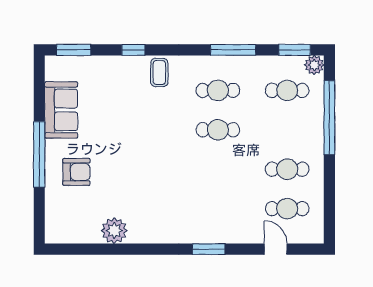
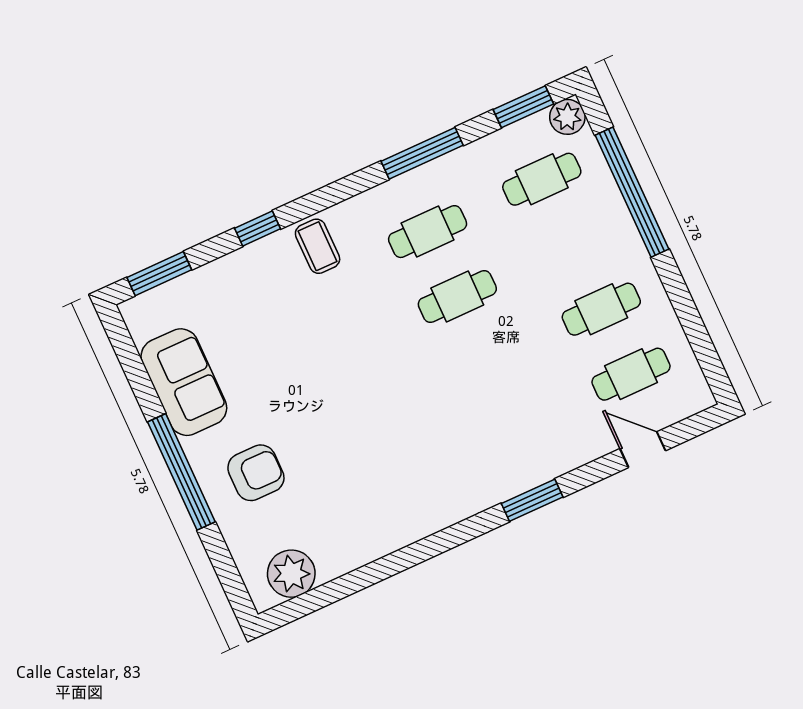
plant: (114, 231) -> (291, 574), moved

